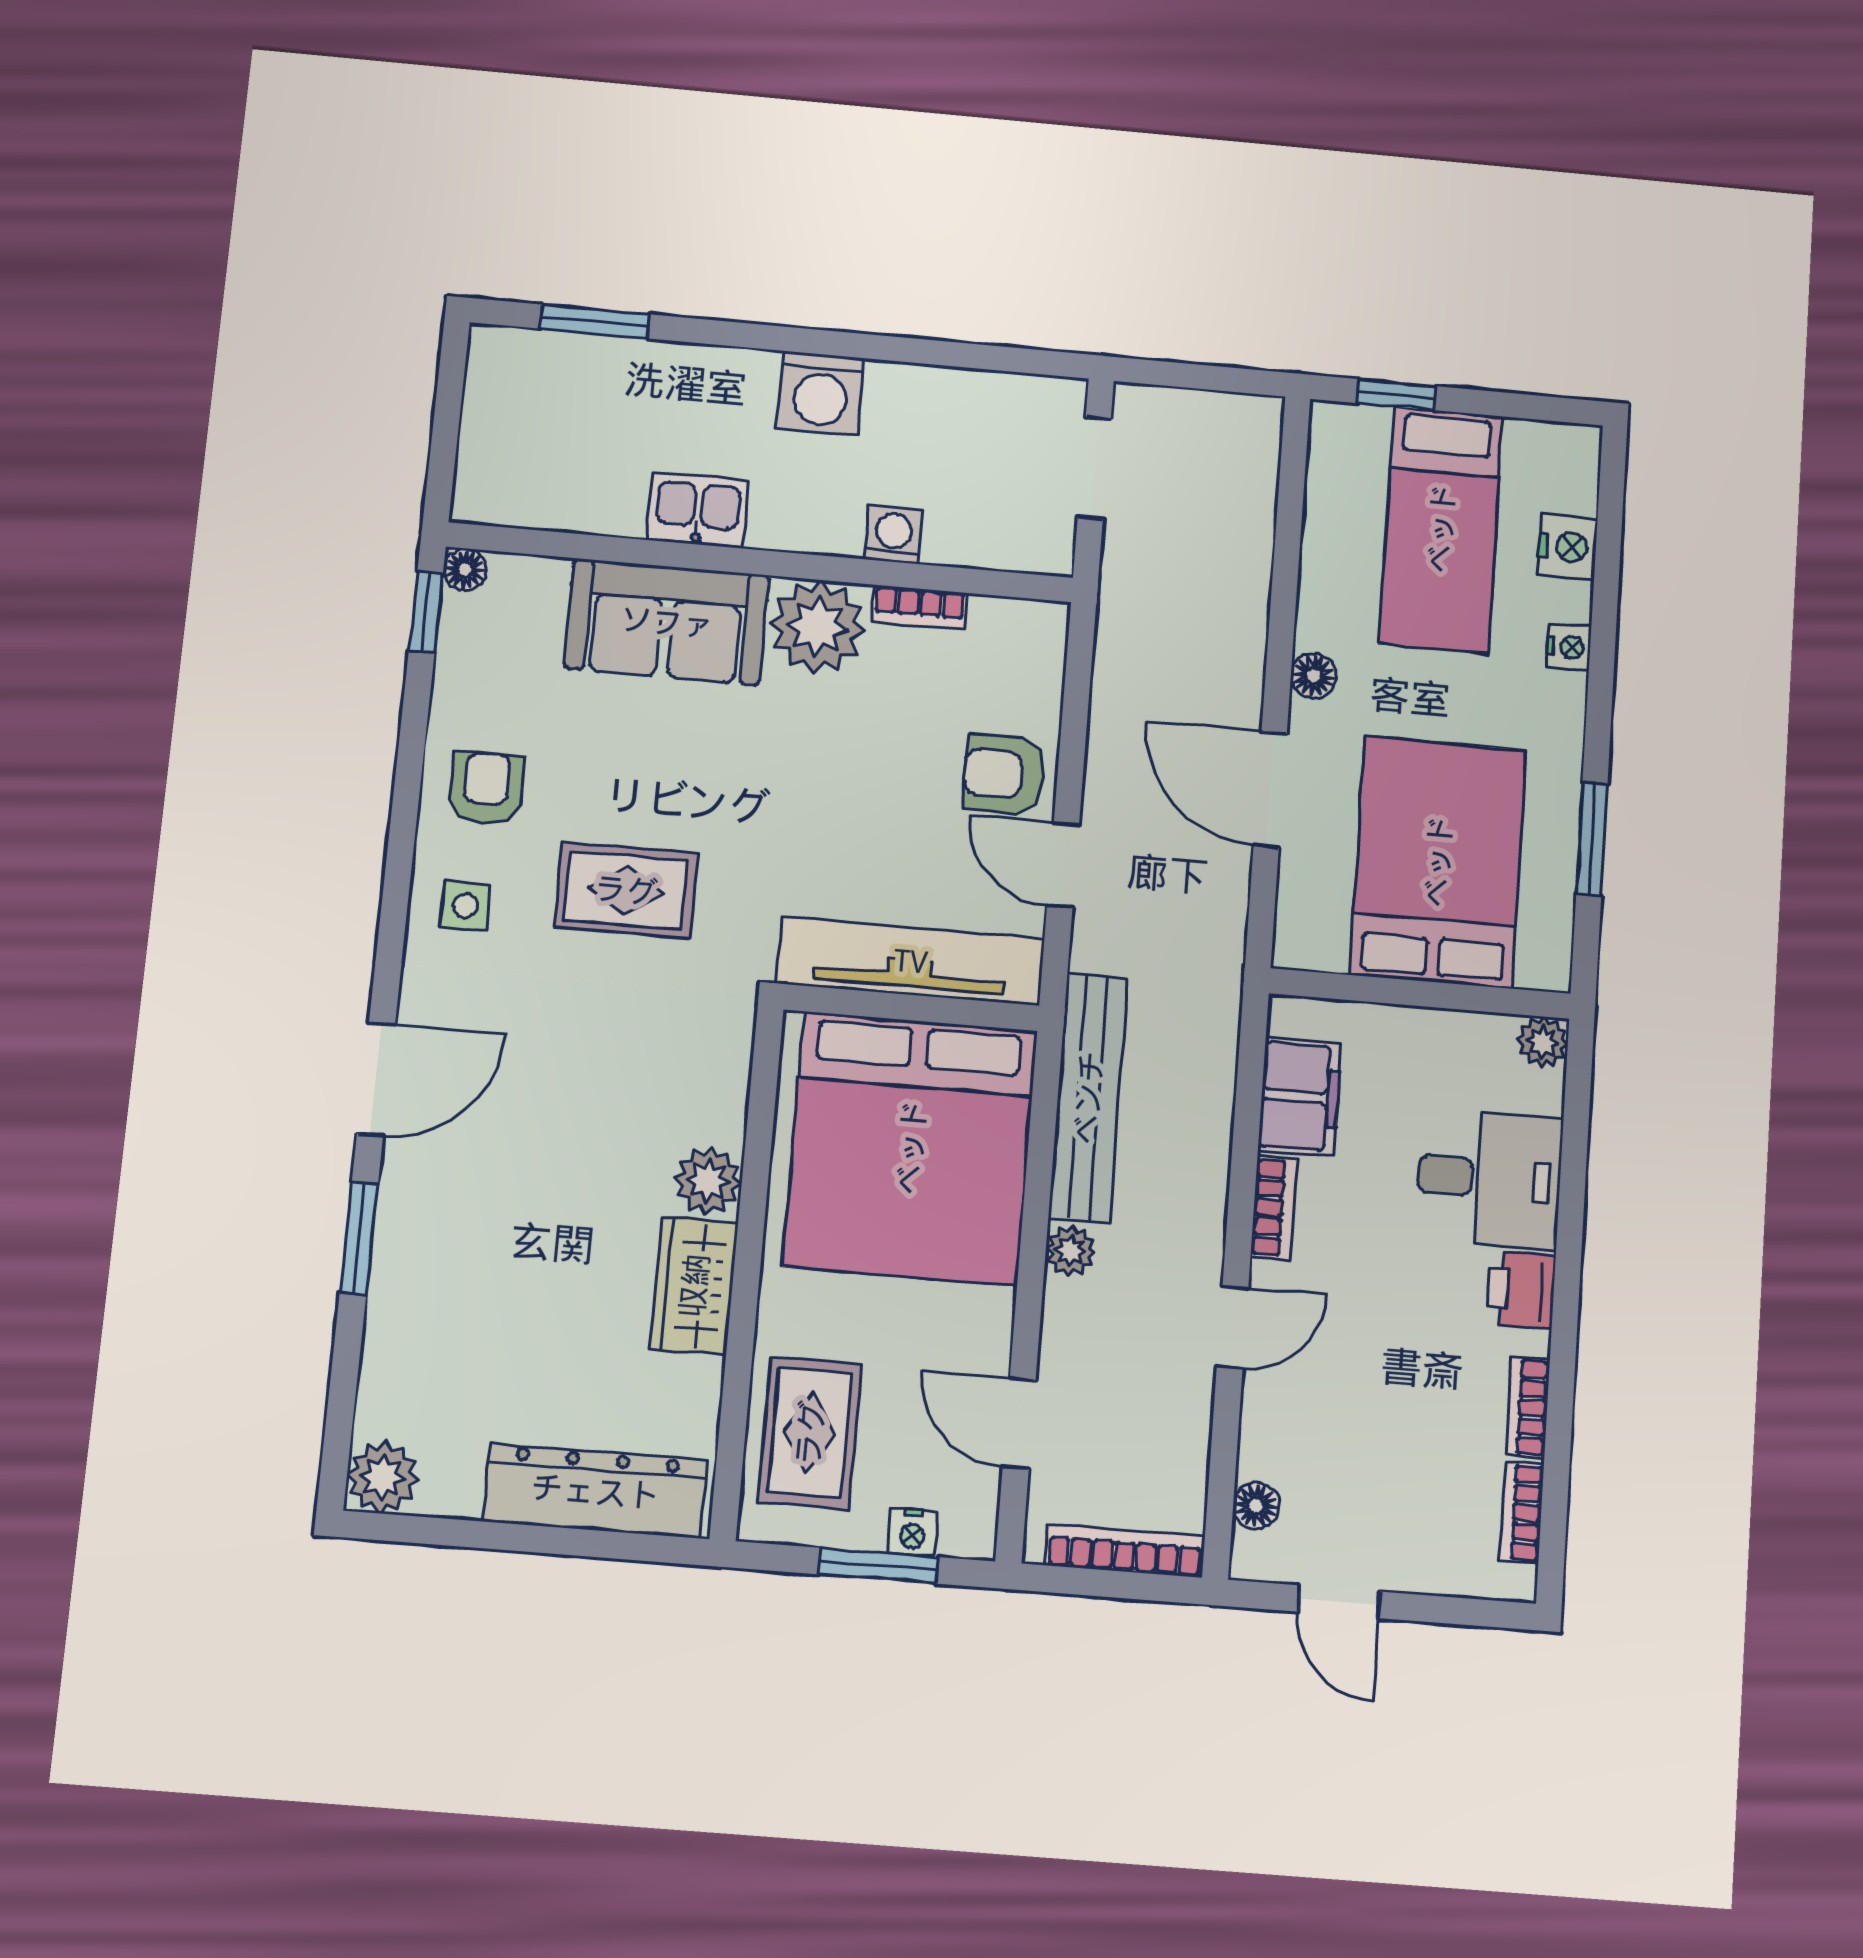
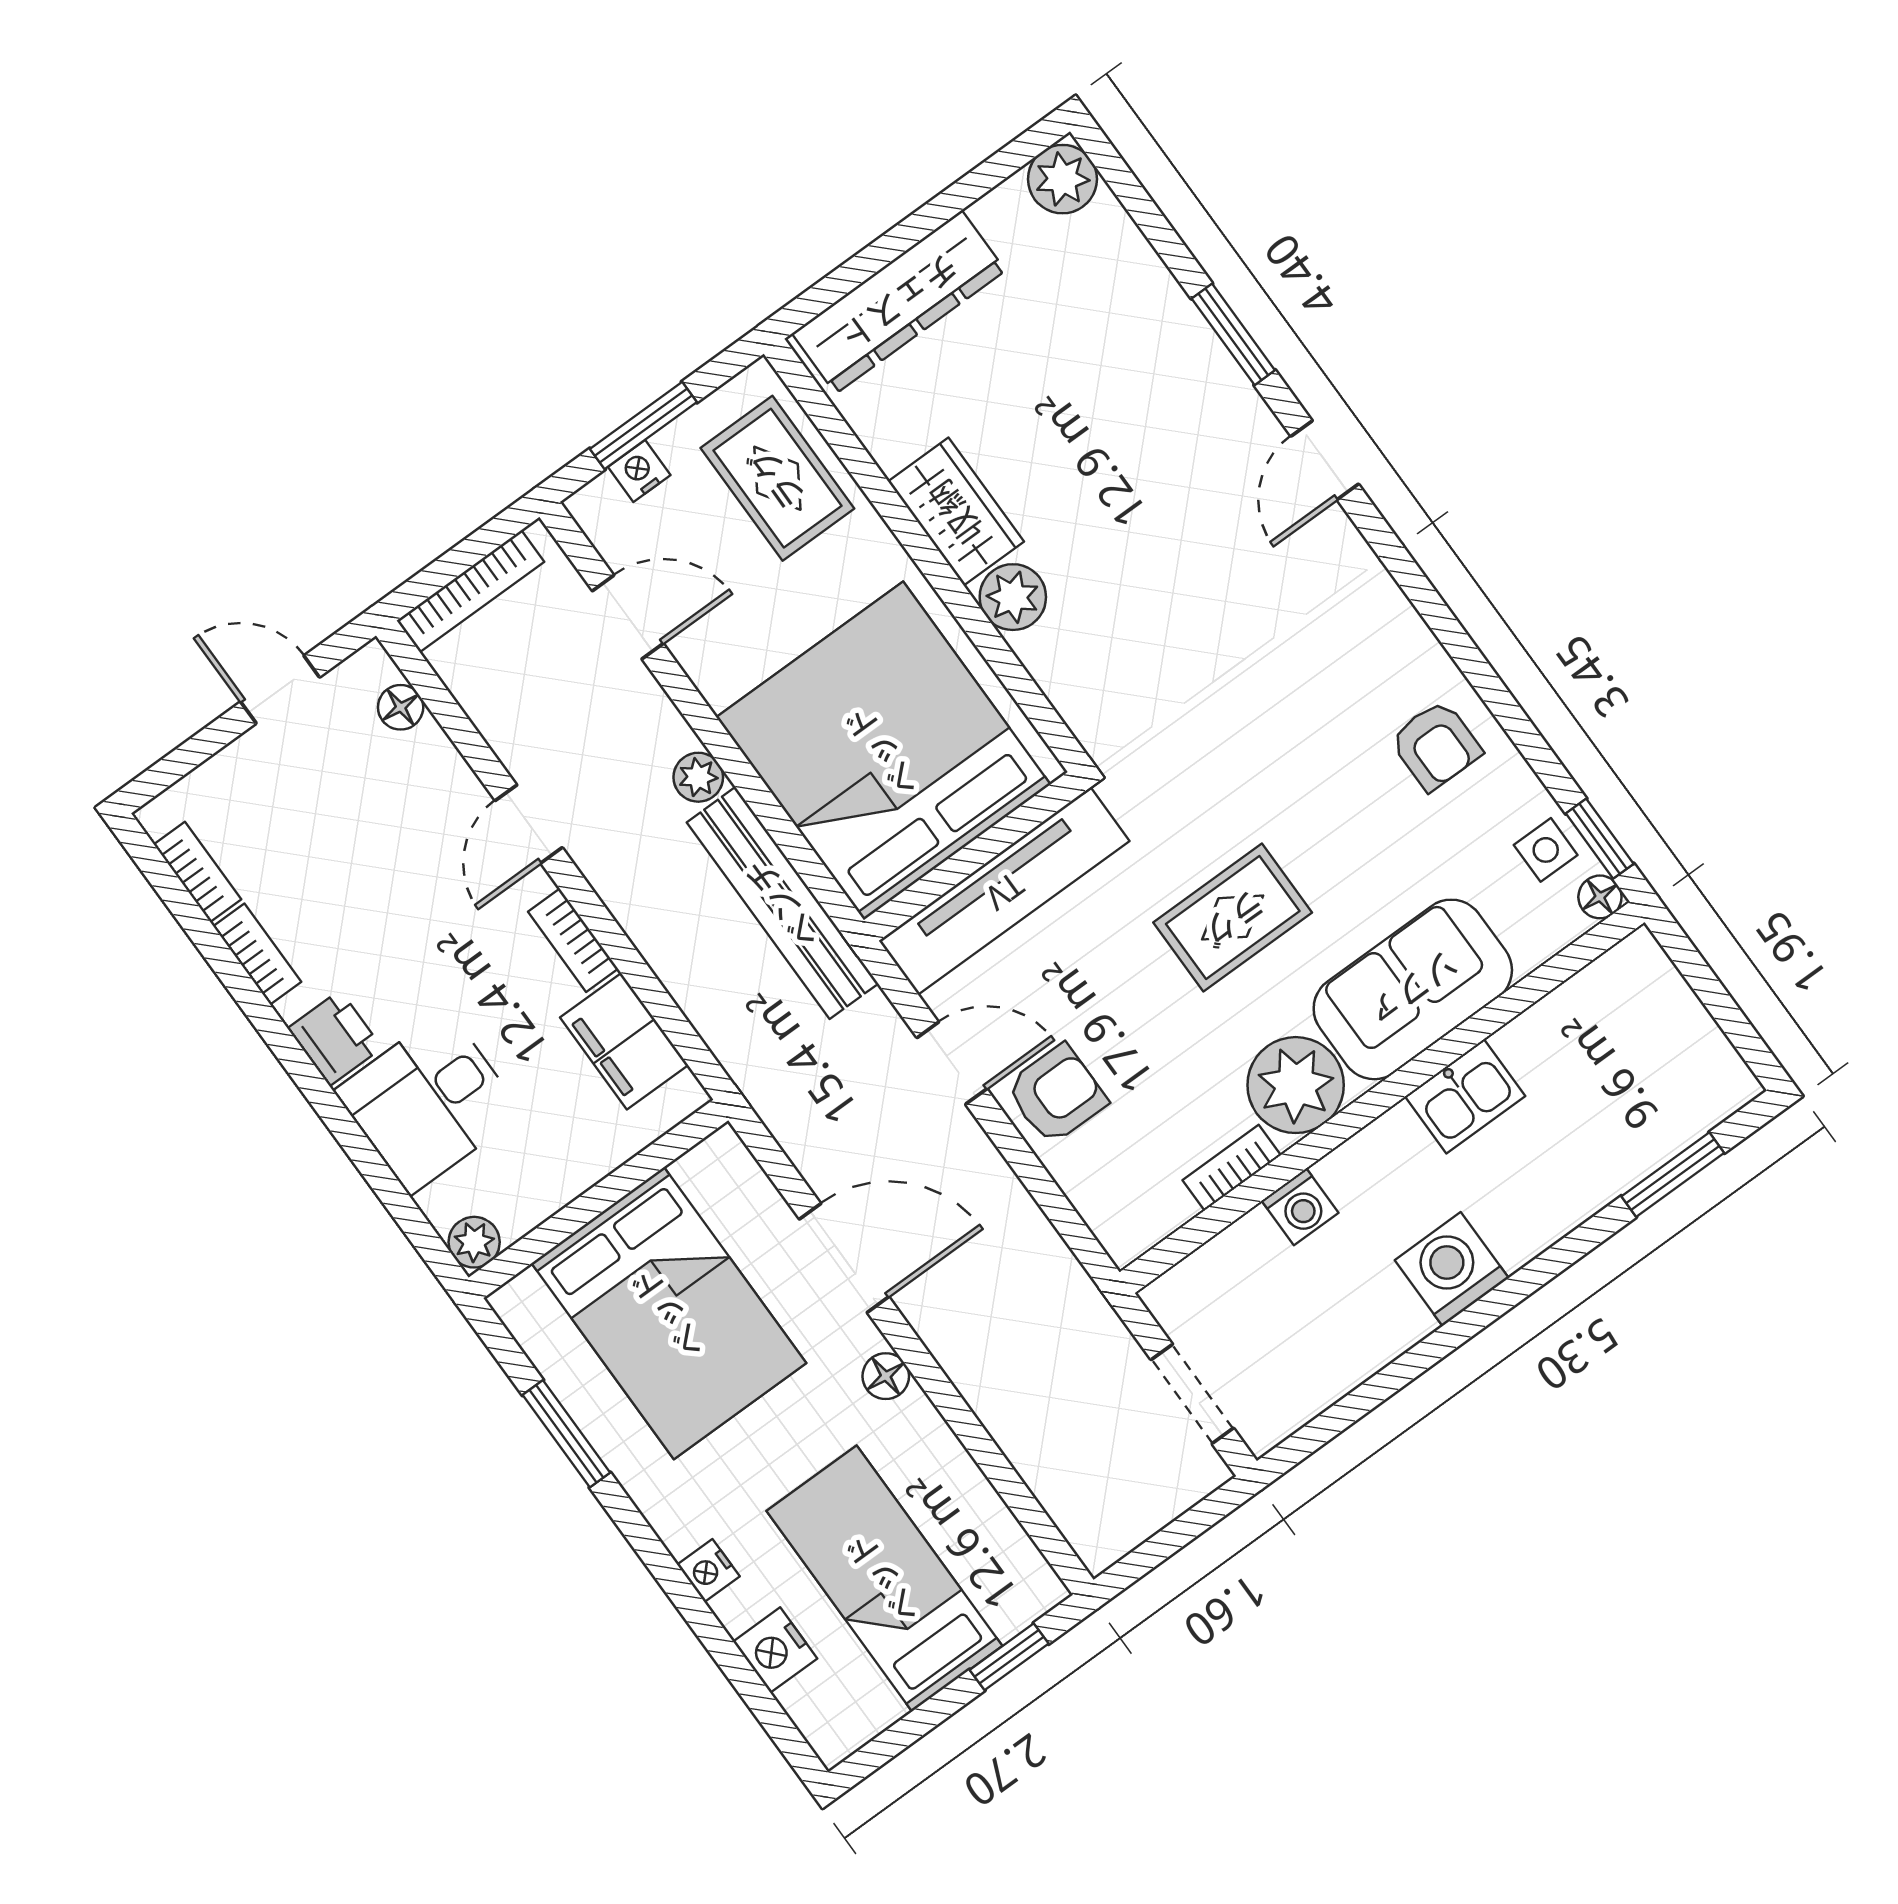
rug: (626, 890) -> (1233, 918), moved
side table: (465, 906) -> (1546, 850), moved
door: (376, 1079) -> (1325, 460), width x0.73

